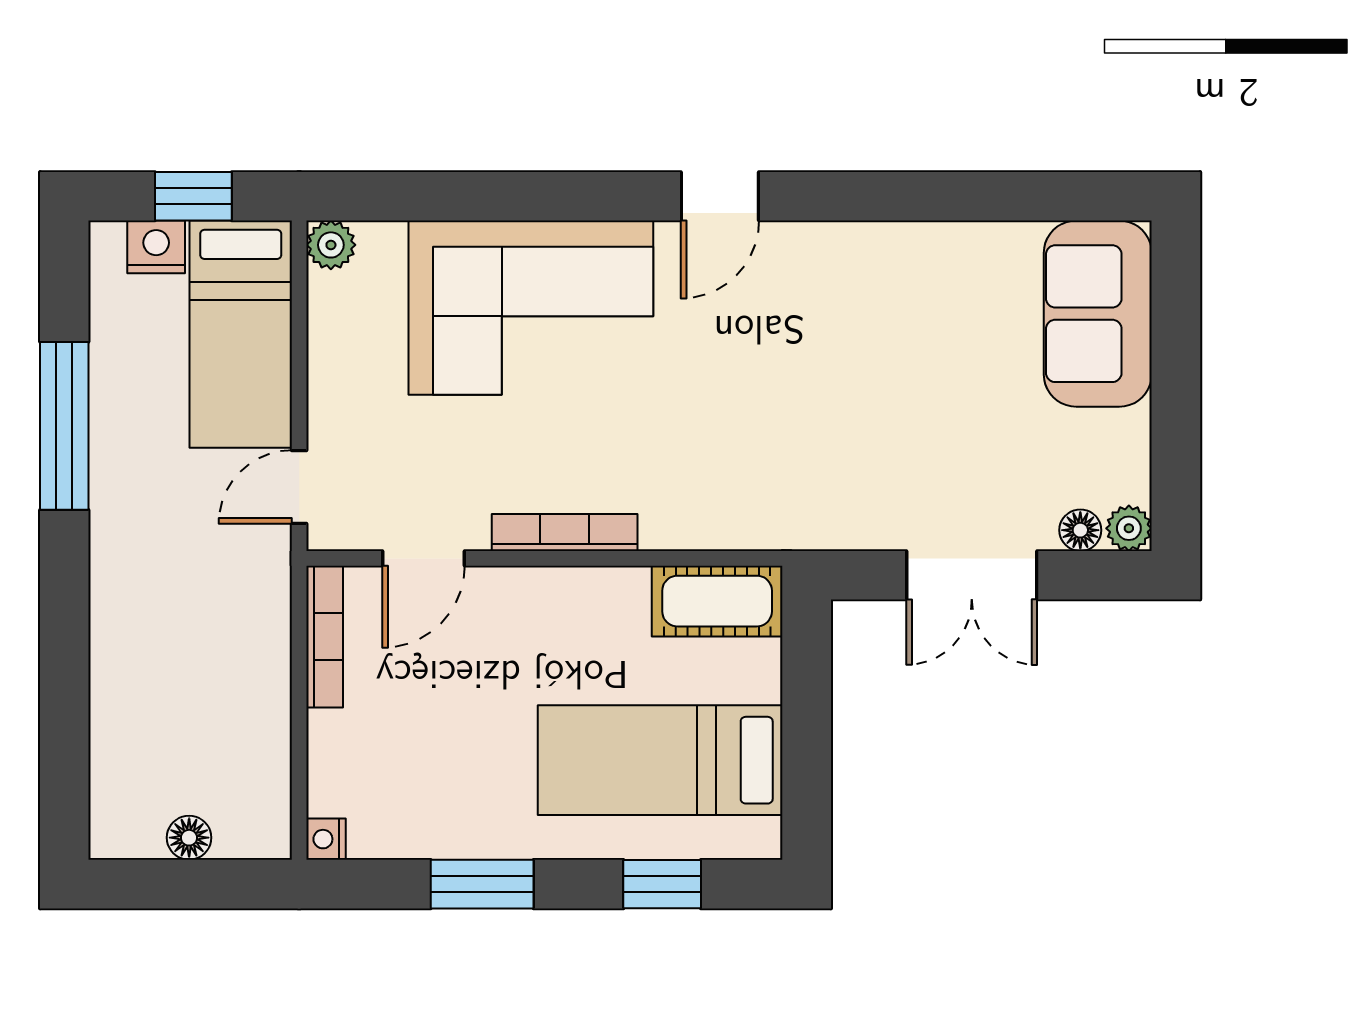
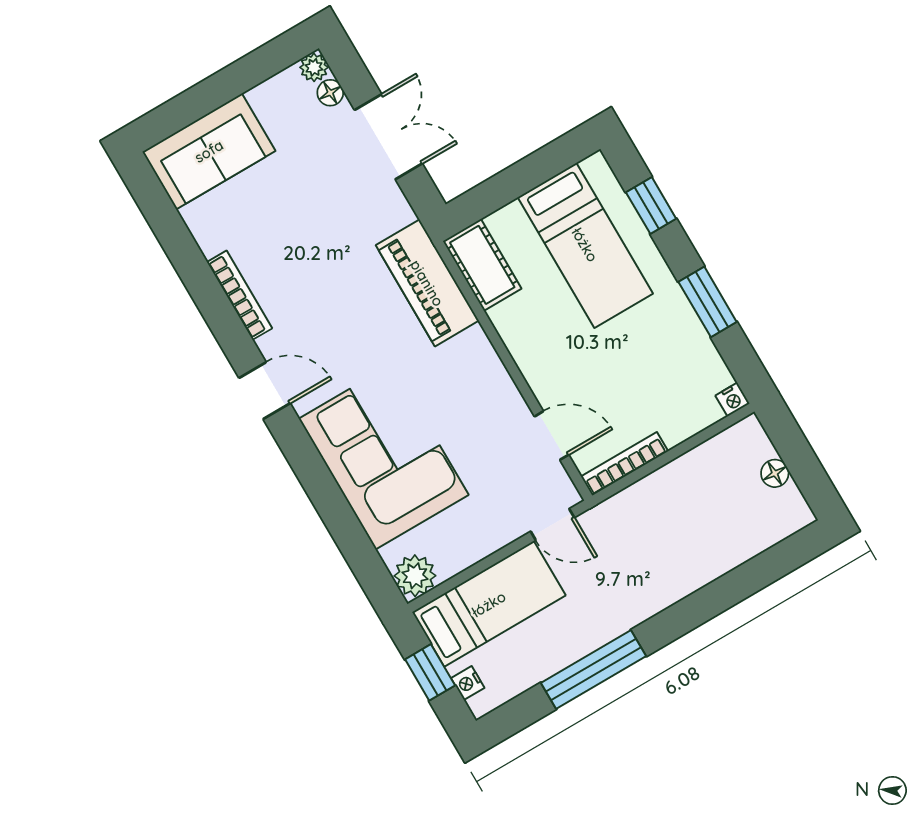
plant: (331, 245) -> (415, 576), width x1.38, depth x1.38
nightstand: (156, 247) -> (468, 683), width x0.72, depth x0.74
piano: (737, 510) -> (427, 283), added
bookcase: (565, 532) -> (240, 295), moved, turned 180

